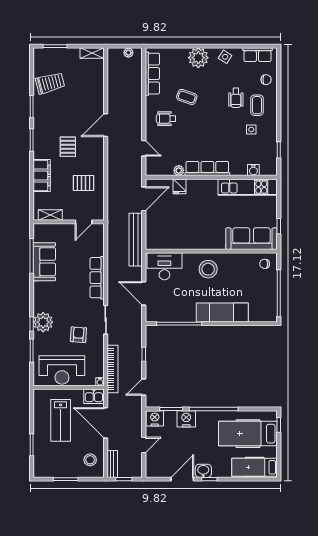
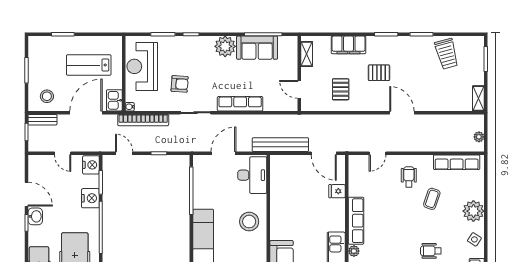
plant: (179, 170) -> (354, 251), moved
plant: (43, 322) -> (225, 46), moved

